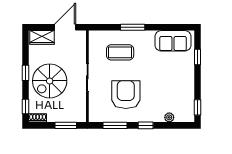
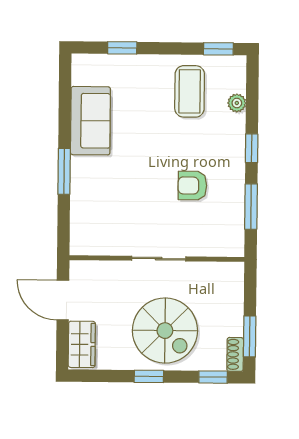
sofa: (173, 41) -> (90, 121), moved
coffee table: (120, 52) -> (190, 91), moved
armchair: (126, 95) -> (192, 186), width x0.53, depth x0.53
window: (66, 125) -> (250, 336), moved

